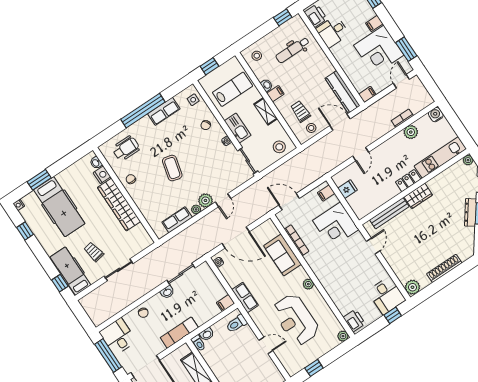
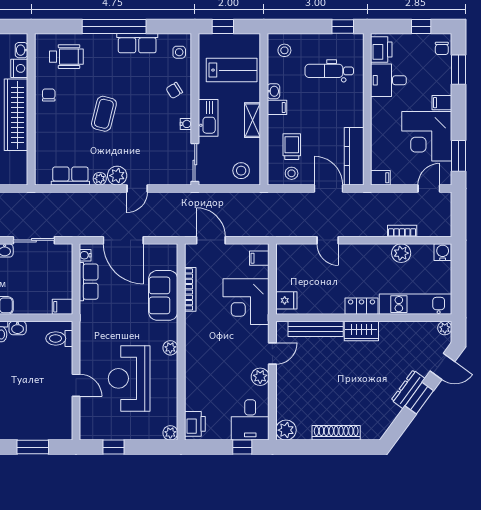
door: (361, 154) -> (328, 240), hinge flipped
fridge: (347, 189) -> (286, 300), moved
plant: (375, 265) -> (260, 377), added
row of seats: (245, 297) -> (89, 282), moved

